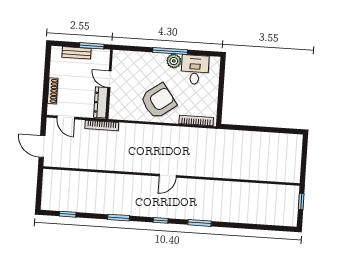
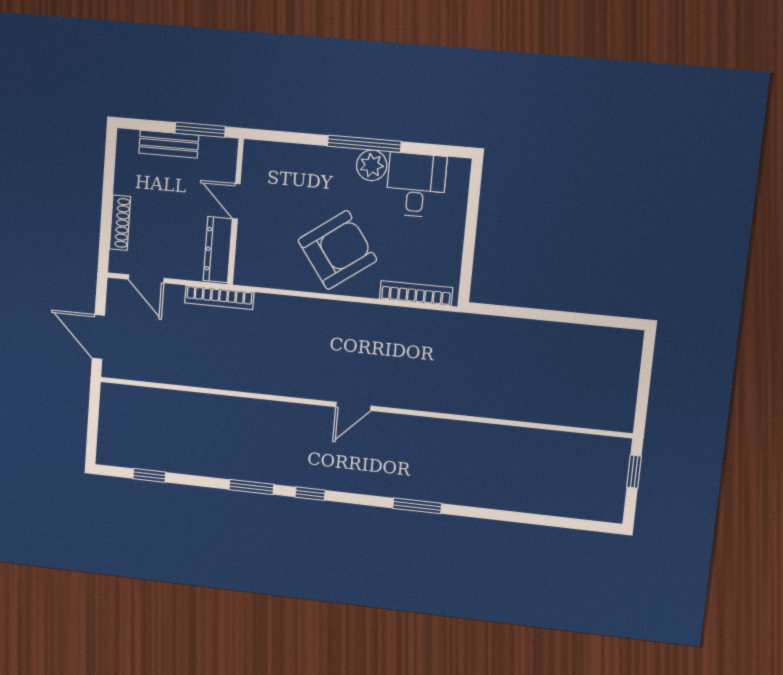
window: (161, 220) -> (310, 494), moved

